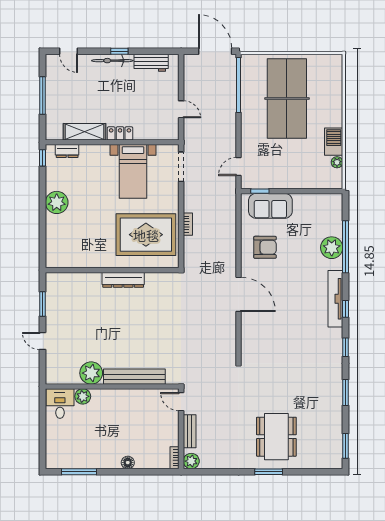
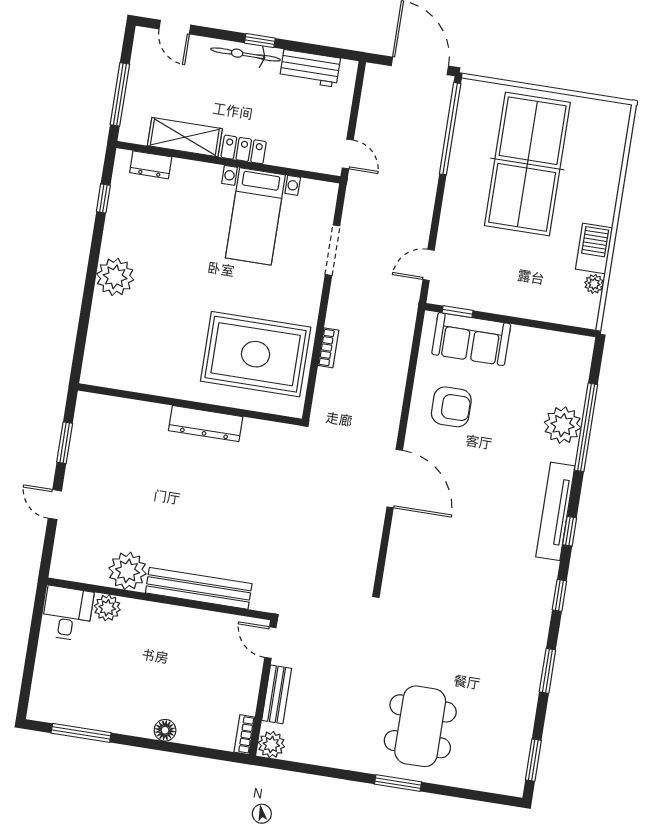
shelving: (85, 132) -> (185, 137), moved
locker: (120, 133) -> (244, 149), moved
wall: (112, 142) -> (228, 162), moved
dresser: (67, 151) -> (151, 165), moved
bed with nightstands: (133, 171) -> (255, 216), moved

